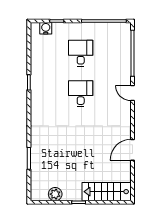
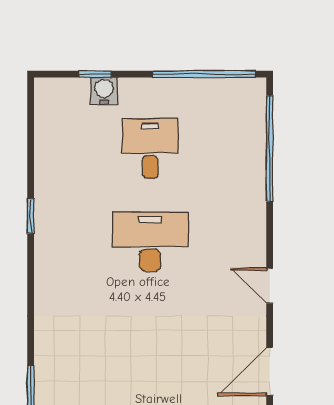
water cooler: (46, 28) -> (104, 91), moved
door: (132, 93) -> (270, 286), moved
desk: (81, 94) -> (150, 242), width x1.37

